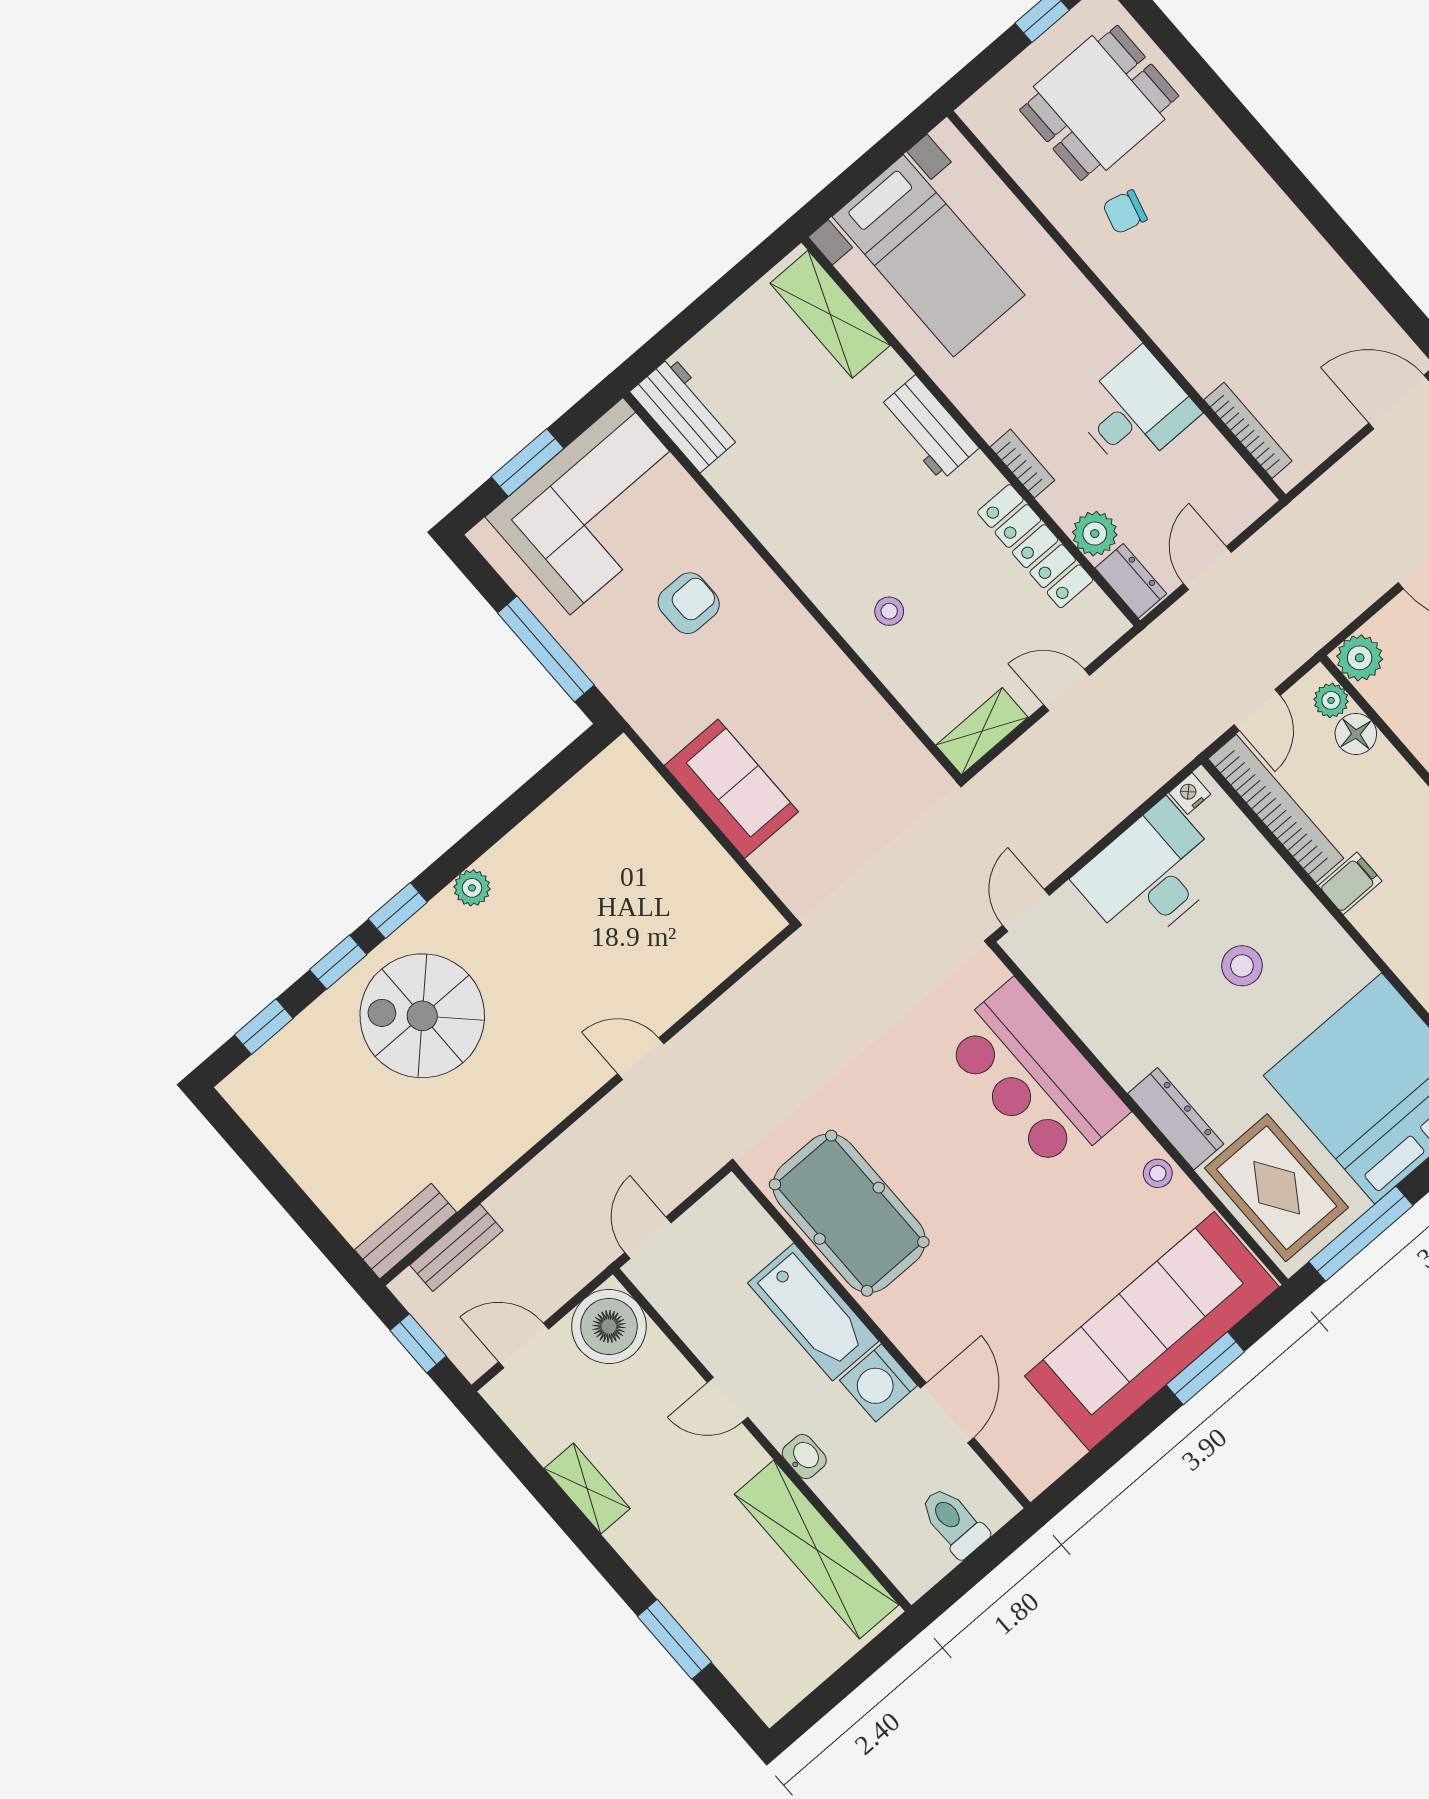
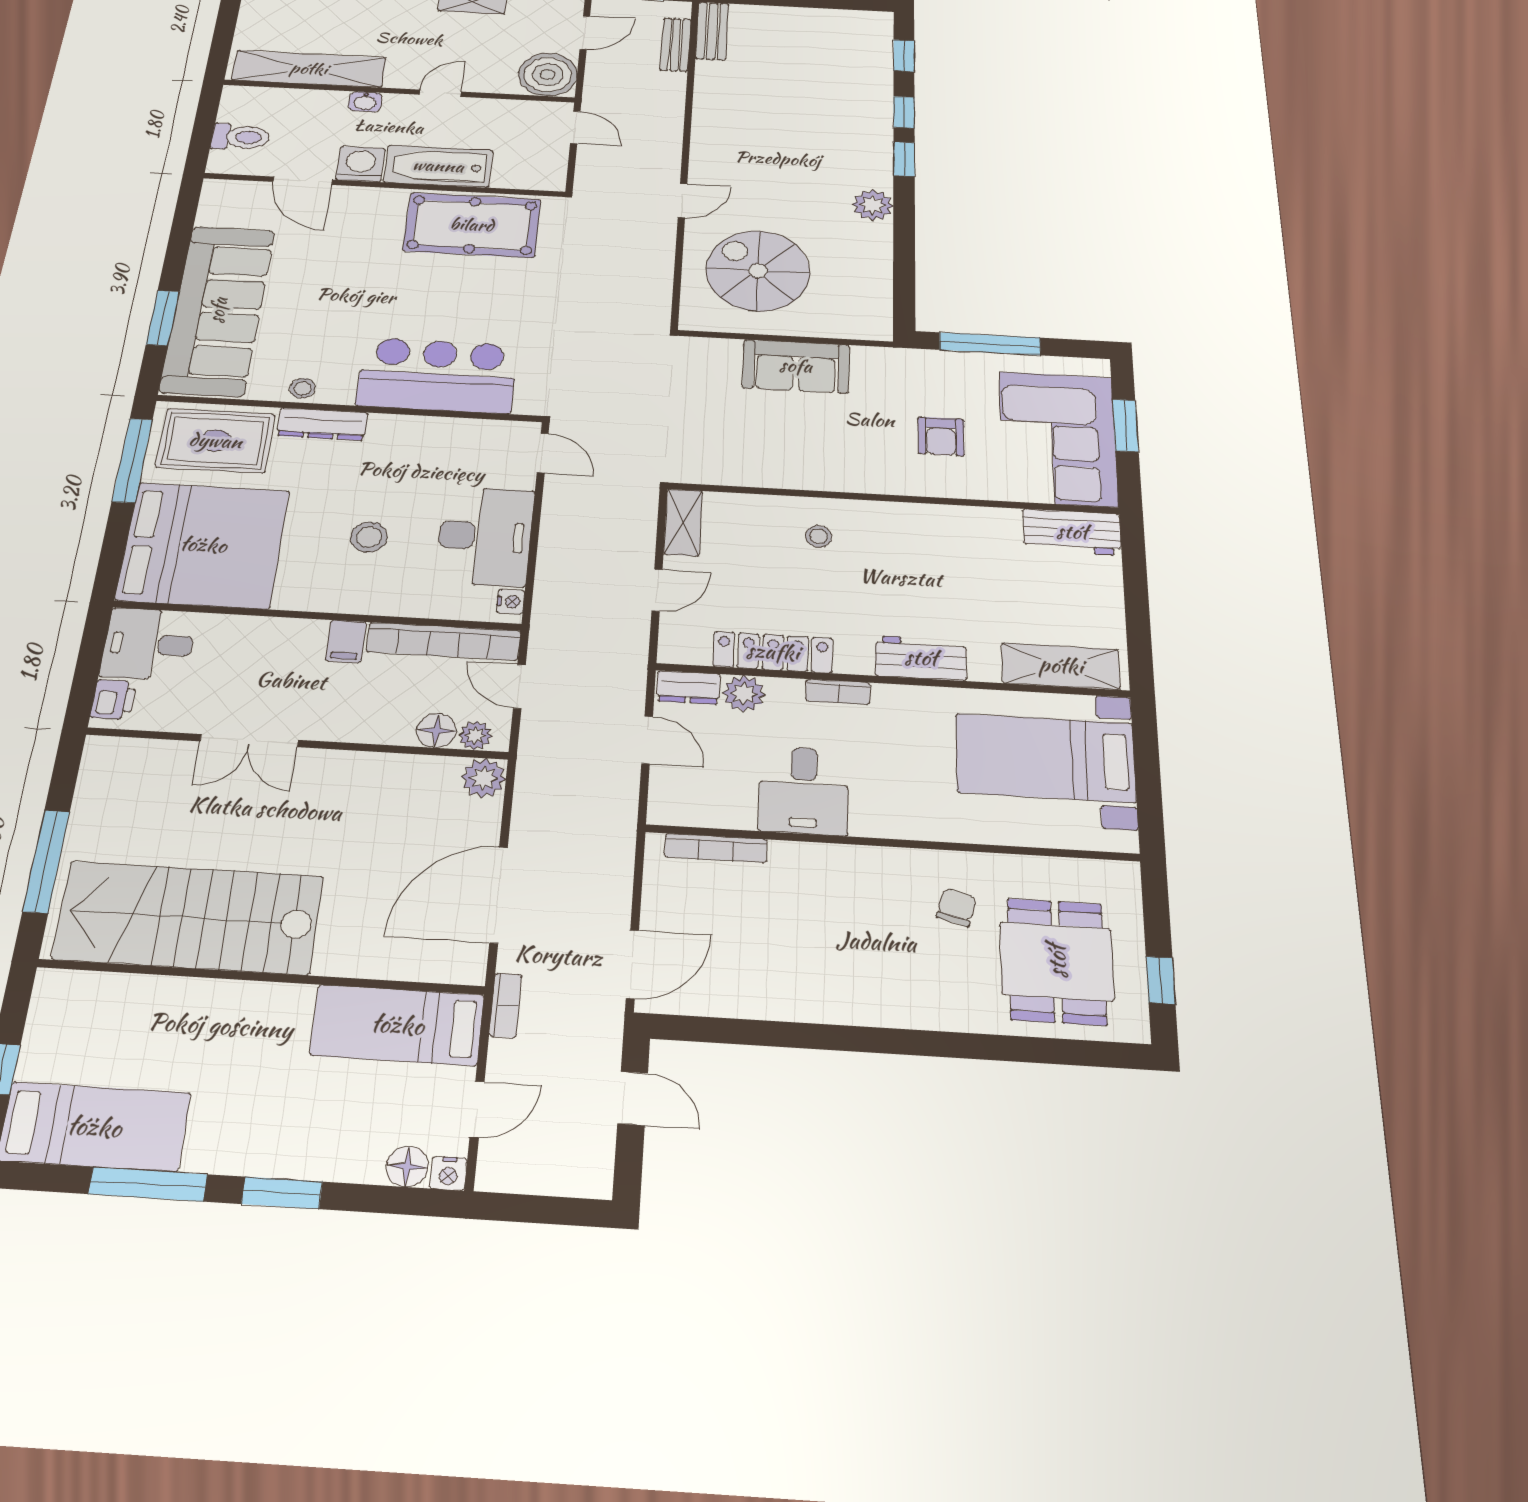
plant: (472, 888) -> (873, 205), width x1.38, depth x1.38
spiral stairs: (422, 1016) -> (758, 271), moved, turned -90

